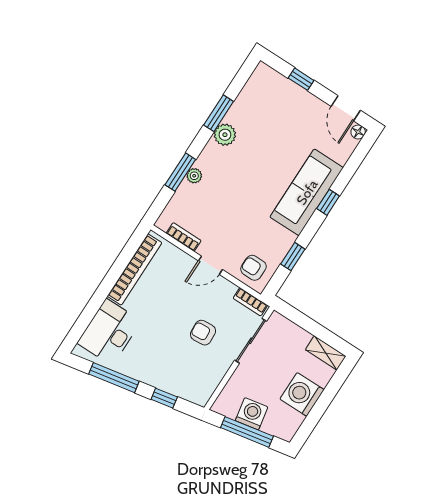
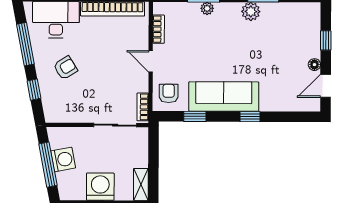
floor lamp: (358, 132) -> (314, 65), moved
sofa: (307, 192) -> (224, 97), moved
armchair: (203, 333) -> (65, 68), moved, turned 62

